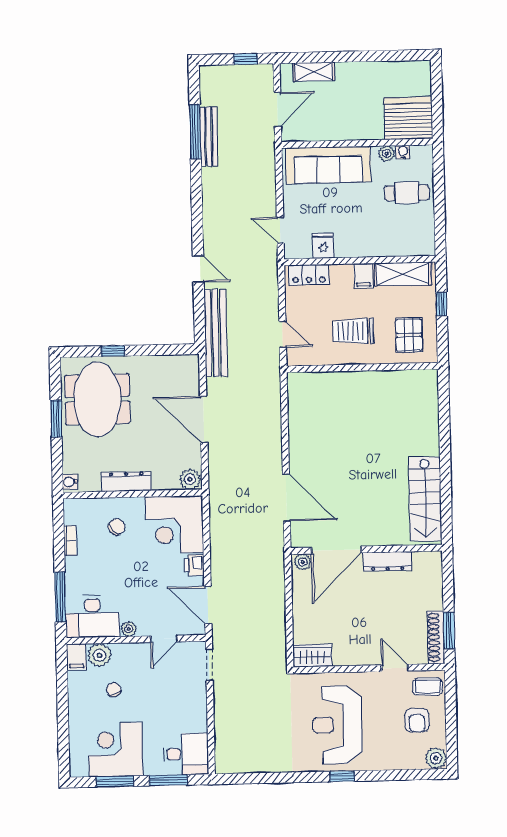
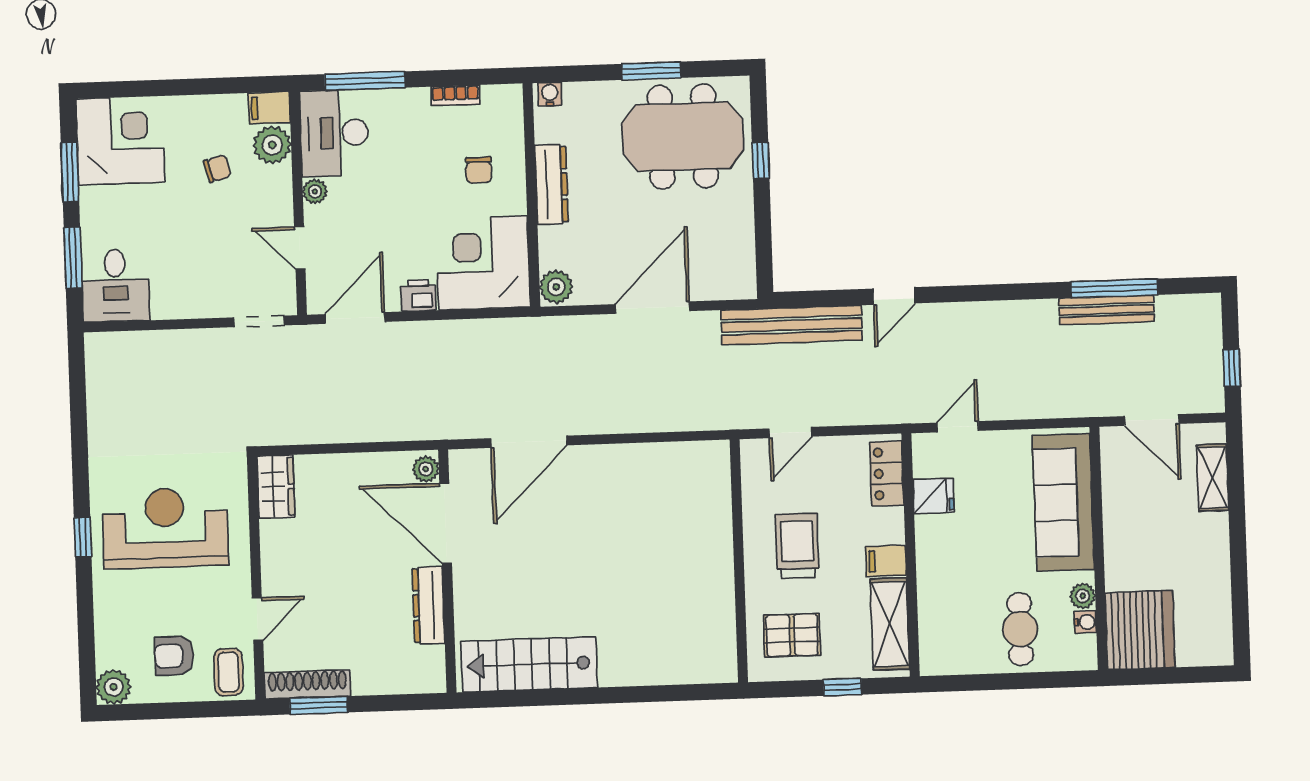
chair: (117, 527) -> (479, 170), turned 44
corner desk: (115, 749) -> (120, 141), moved

